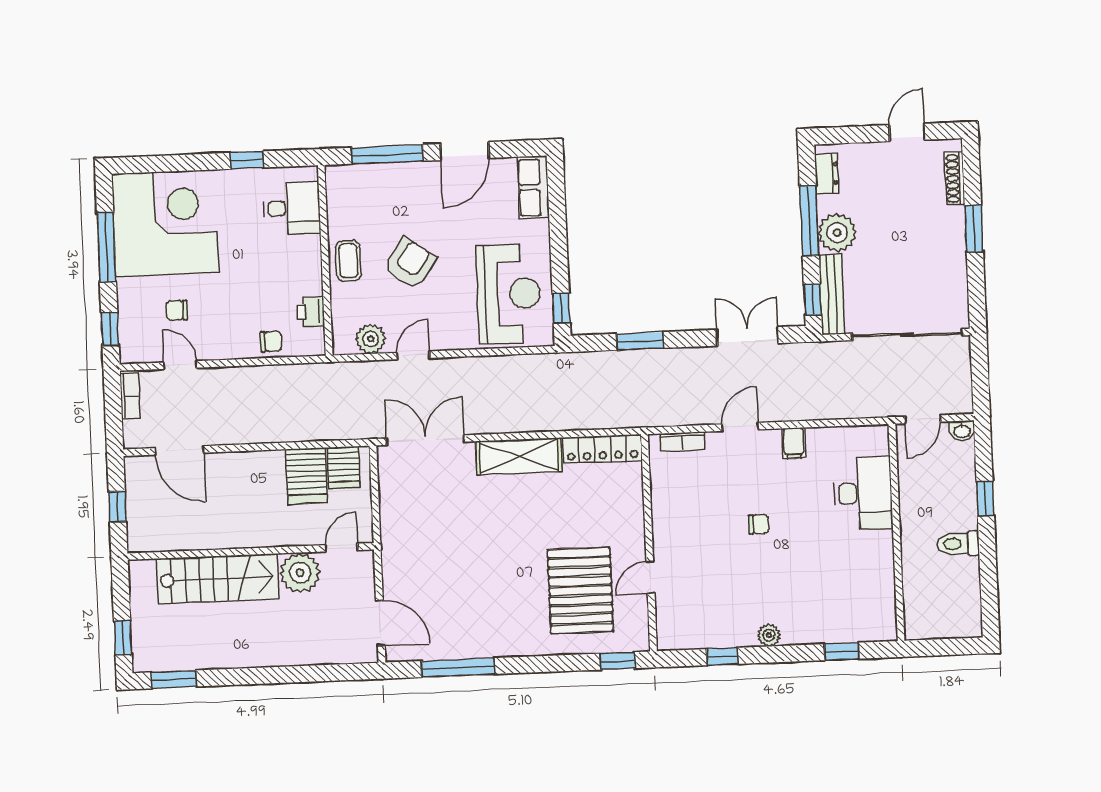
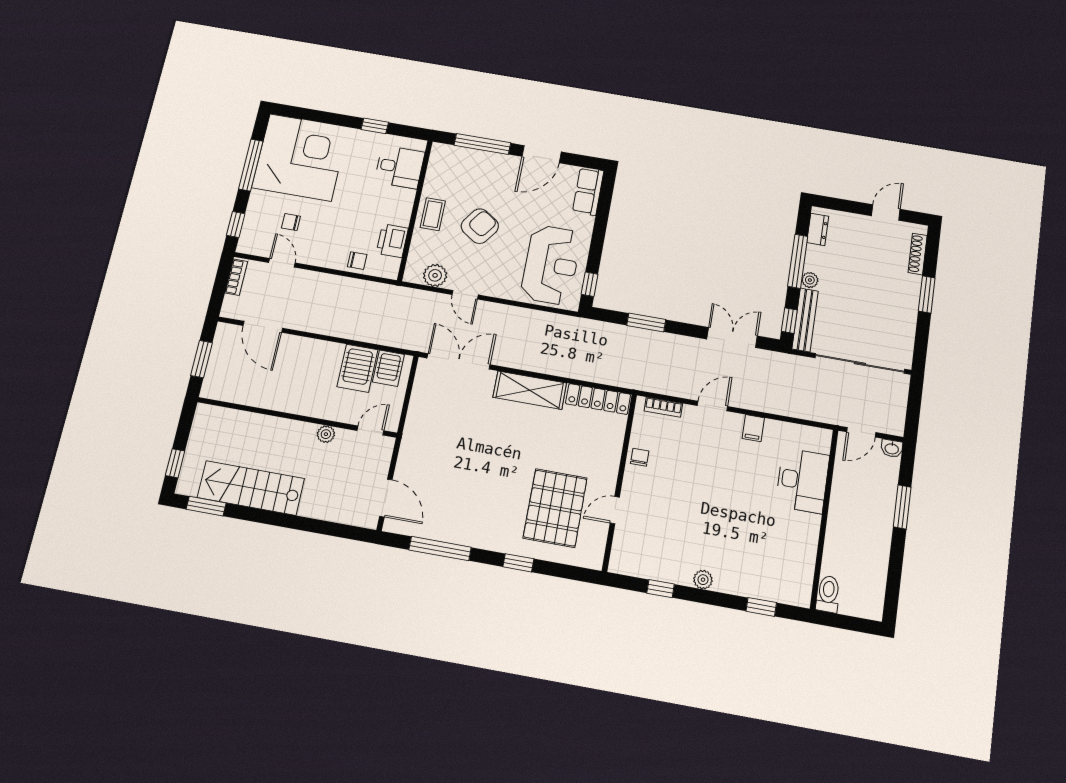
plant: (837, 233) -> (810, 280), width x0.53, depth x0.53
printer: (311, 312) -> (392, 241), width x1.36, depth x1.24
door: (413, 355) -> (465, 295), swing flipped
window: (985, 498) -> (902, 507), width x1.50
window: (117, 507) -> (202, 359), width x1.50
chair: (759, 524) -> (640, 457), moved, turned -90
toilet: (958, 544) -> (828, 594), moved, turned 90
plant: (300, 573) -> (326, 434), width x0.53, depth x0.53
stairs: (218, 579) -> (251, 488), moved, turned 180
window: (618, 661) -> (518, 563), moved

